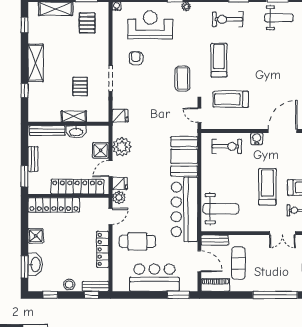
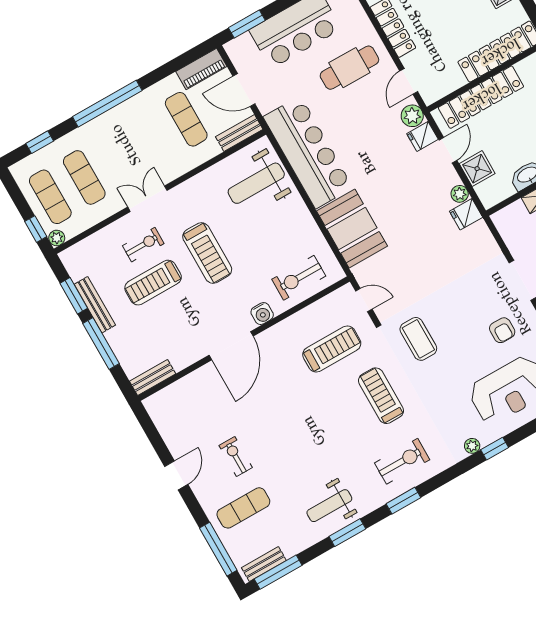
treadmill: (219, 60) -> (381, 396), turned 180
fridge: (120, 116) -> (466, 214), moved
plant: (122, 147) -> (460, 194), width x0.53, depth x0.53

